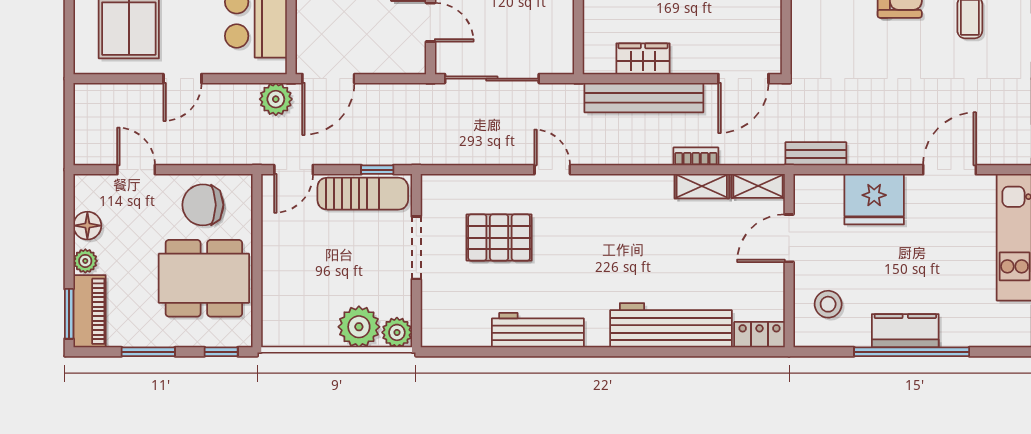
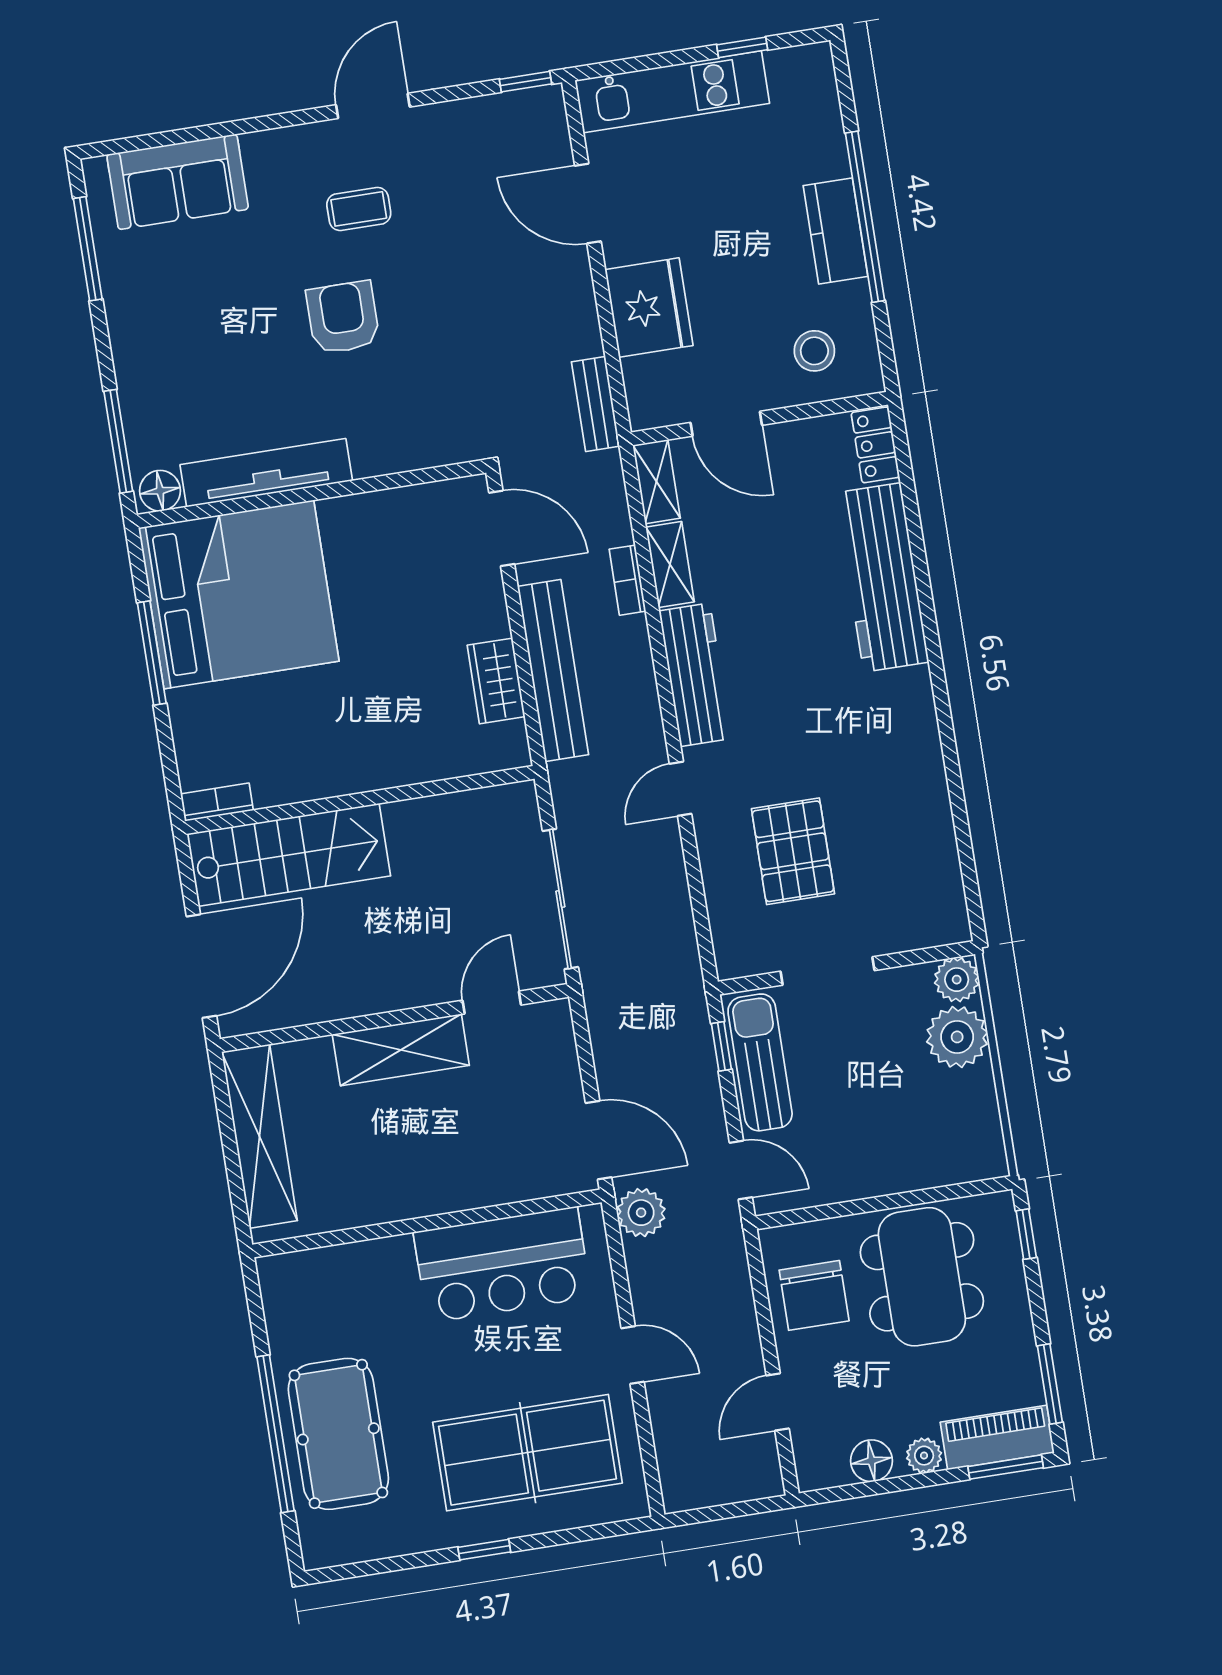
workbench: (538, 330) -> (695, 675), moved, turned 180
window: (148, 352) -> (1050, 1384), moved

